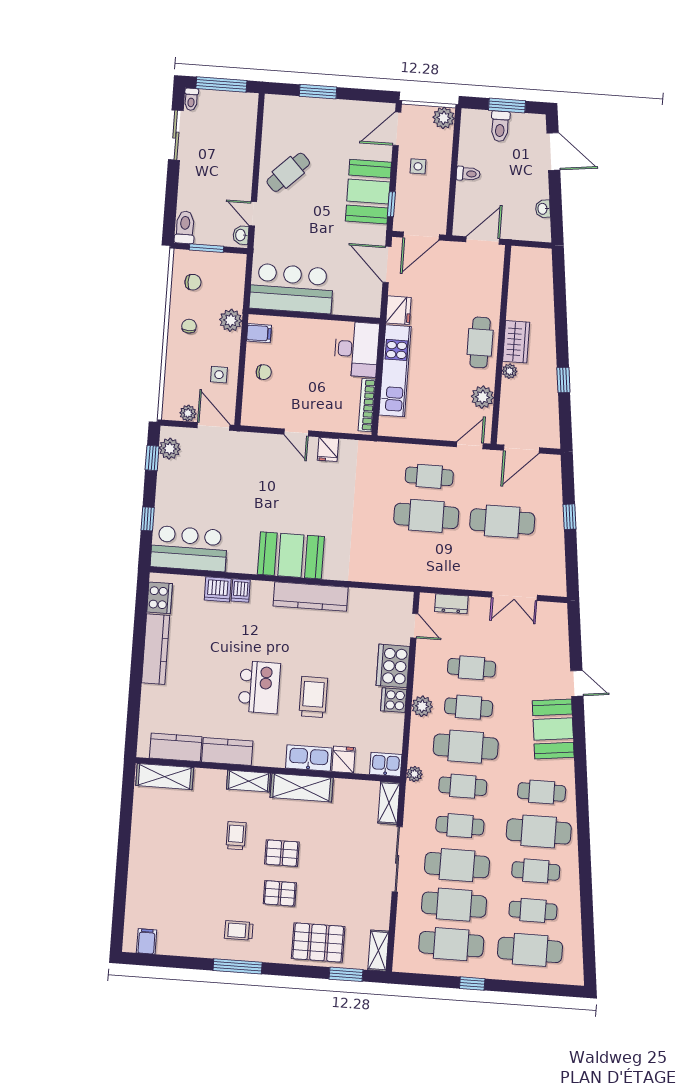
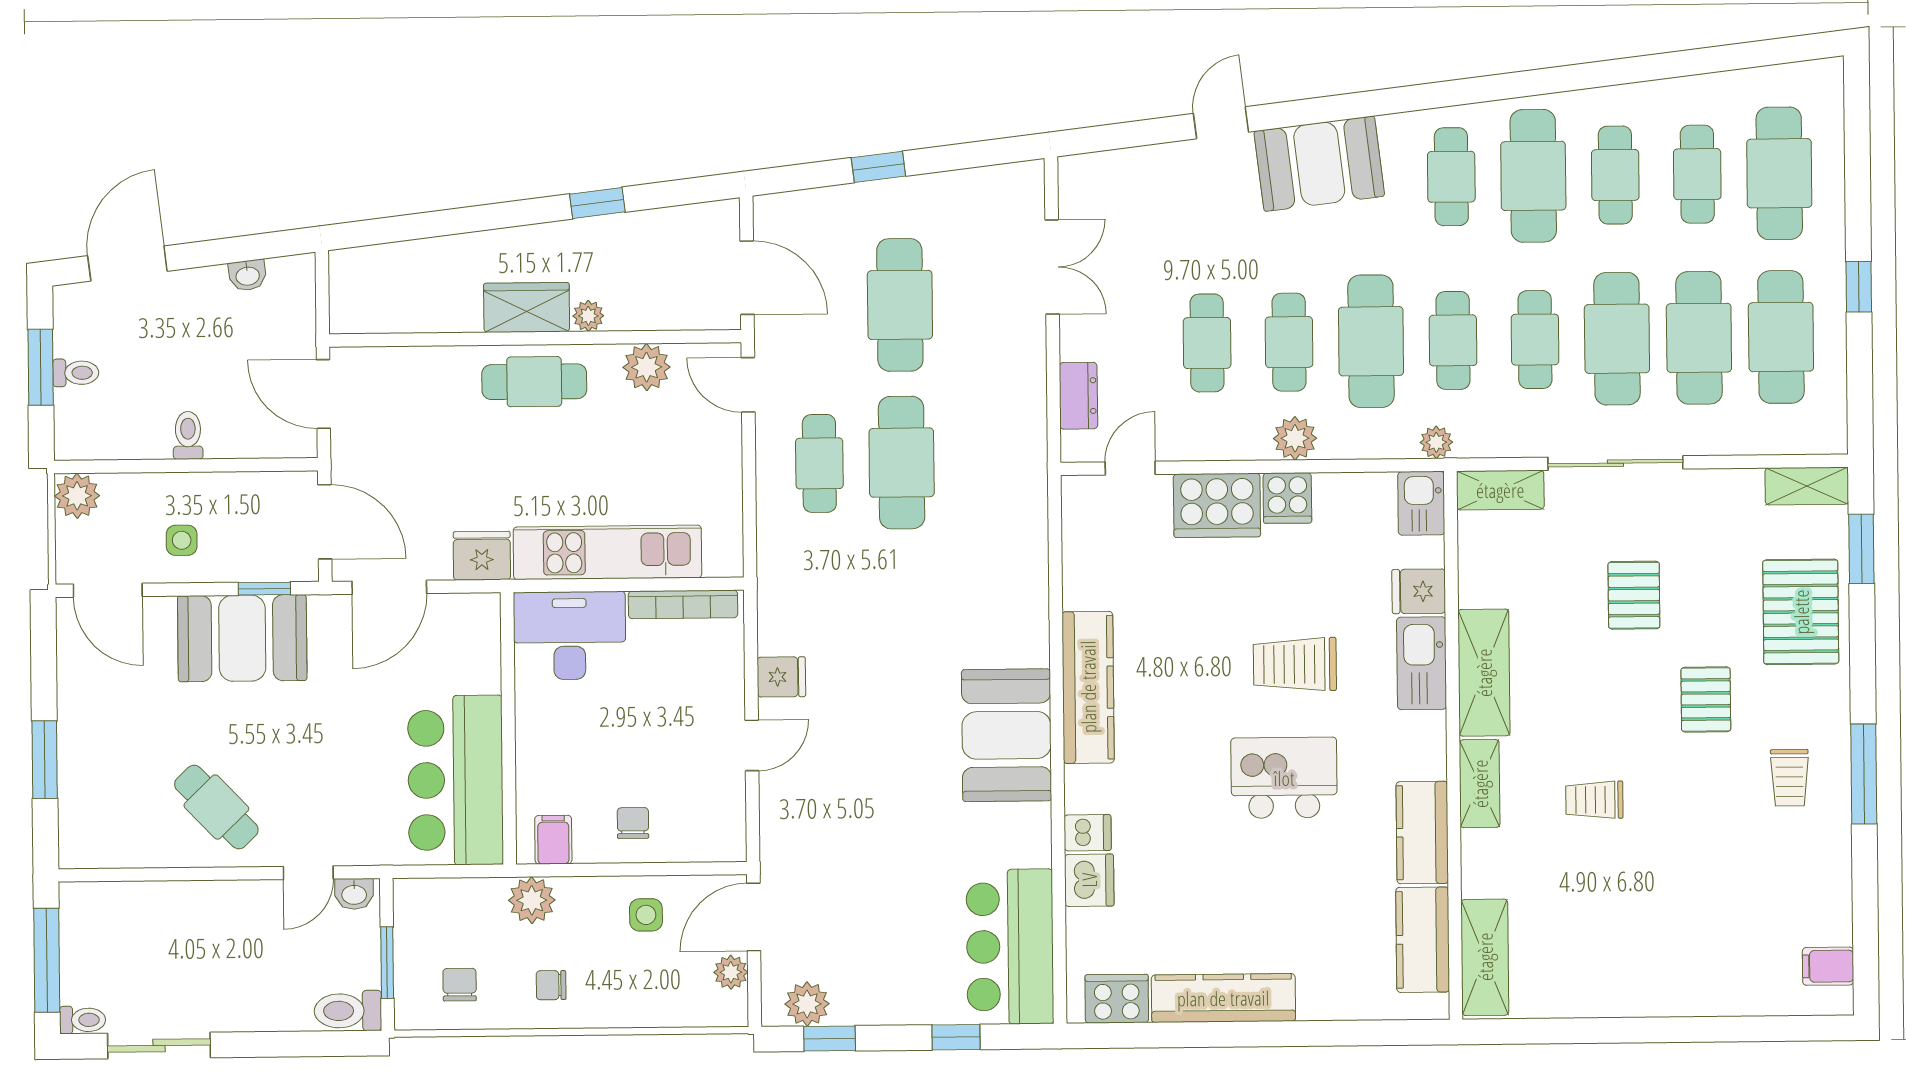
toilet: (500, 126) -> (76, 373), width x0.73, depth x0.72
pallet: (282, 853) -> (1634, 595), moved

